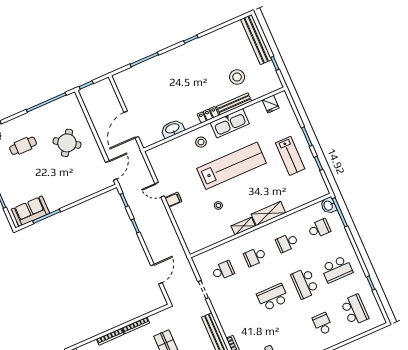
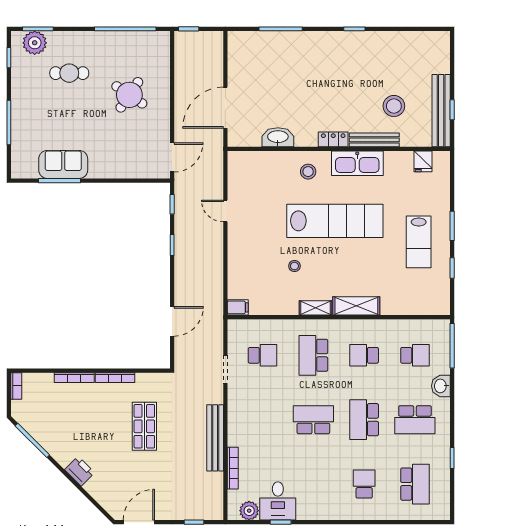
bench: (256, 39) -> (441, 111), moved
filing cabinet: (173, 200) -> (238, 307), moved
washbasin: (329, 205) -> (441, 386), moved
sofa: (30, 211) -> (63, 164), moved
school desk: (255, 257) -> (313, 355), width x1.85

